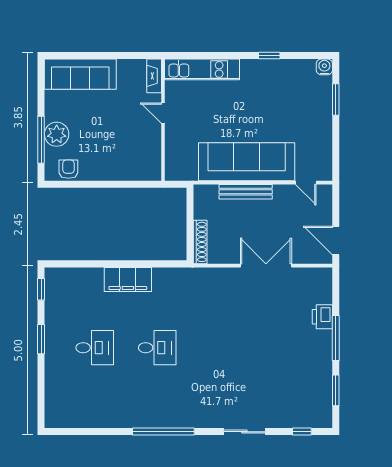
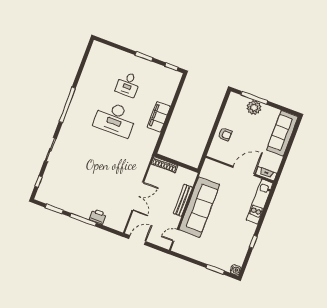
door: (163, 113) -> (244, 171), width x1.88
armchair: (68, 169) -> (225, 134), moved
desk: (157, 348) -> (115, 119), width x1.87, depth x1.30

